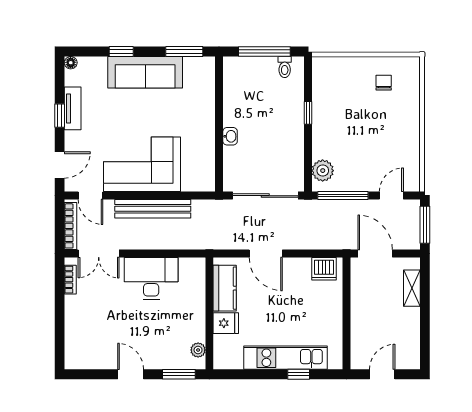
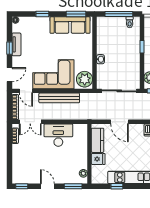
sofa: (145, 72) -> (70, 25), moved
plant: (200, 174) -> (85, 79), added
window: (83, 374) -> (22, 186), added
window: (299, 374) -> (117, 186), moved

